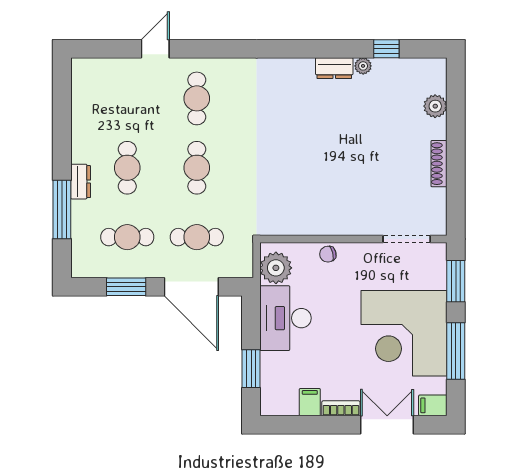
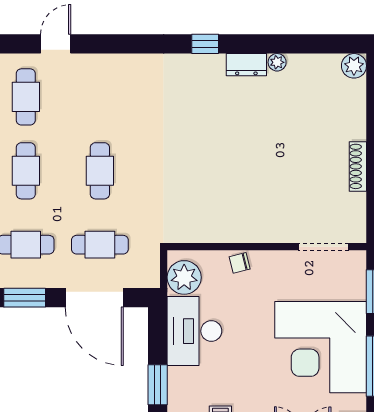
window: (386, 49) -> (205, 44), moved
cafe table: (197, 98) -> (26, 97), moved
plant: (435, 106) -> (354, 66), moved

